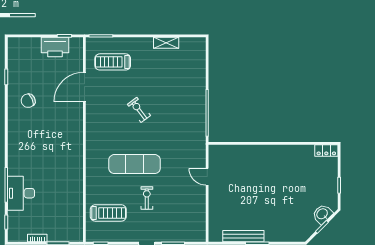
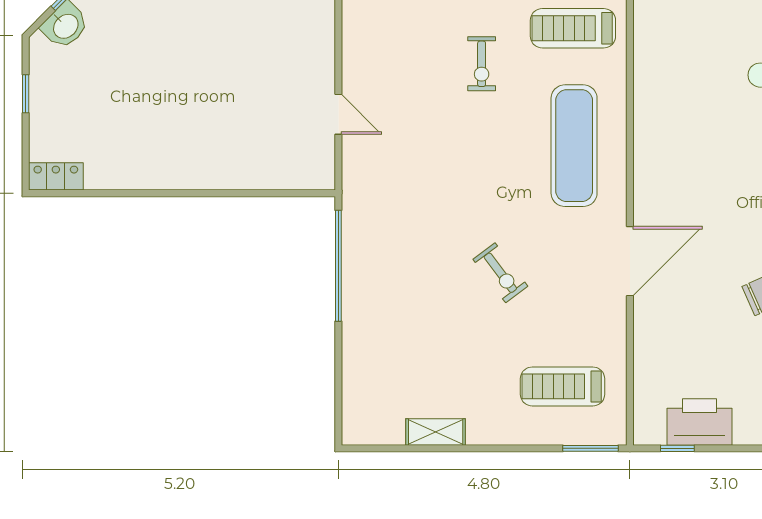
treadmill: (113, 62) -> (563, 386), turned 180
door: (84, 87) -> (630, 261), moved
exercise mat: (135, 164) -> (574, 146), moved, turned 90

